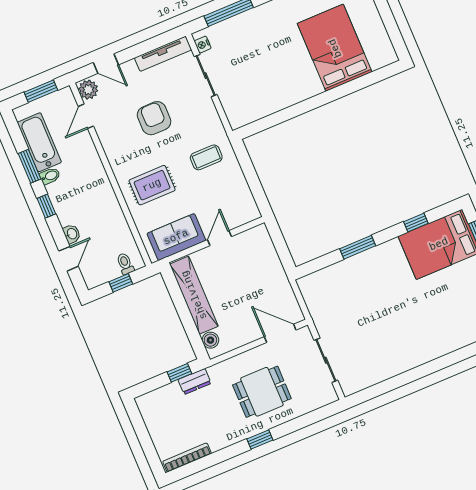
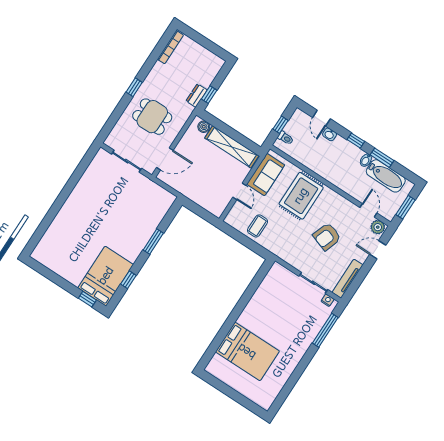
armchair: (154, 118) -> (327, 237), turned 109
coffee table: (206, 157) -> (258, 226), moved
rug: (152, 185) -> (301, 196), width x1.36, depth x1.43
dining table: (262, 392) -> (152, 117), turned 90

